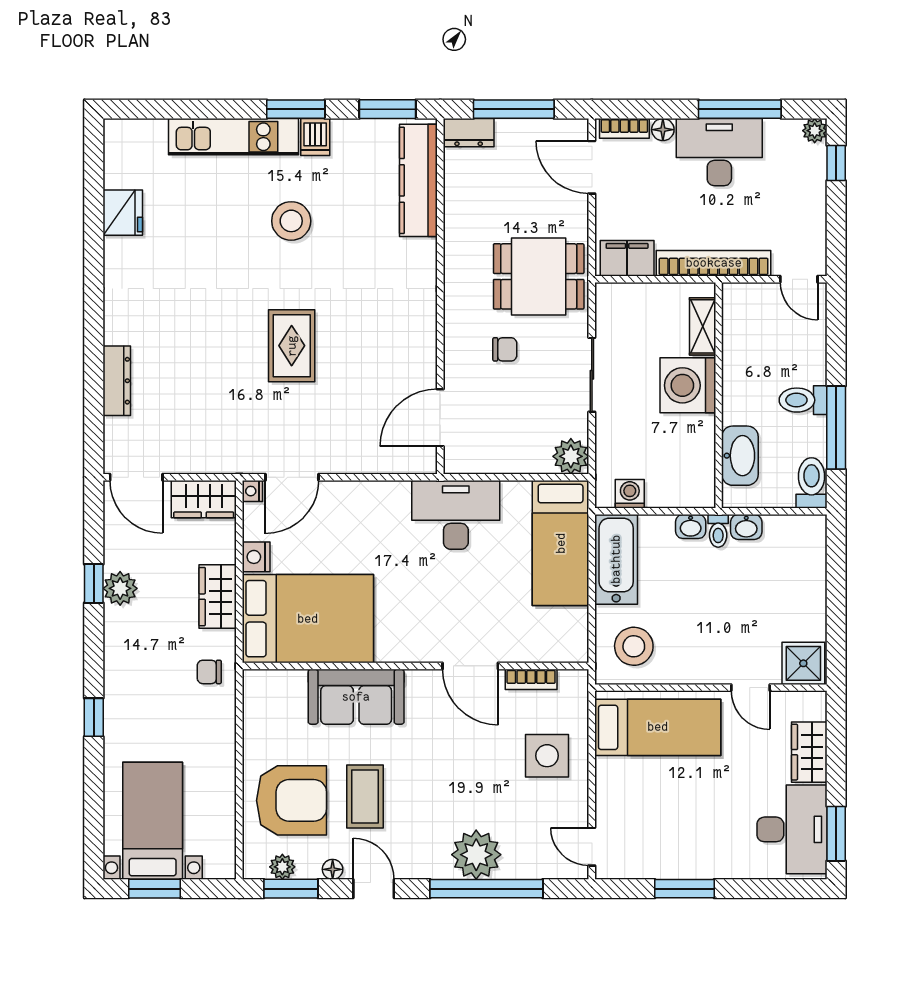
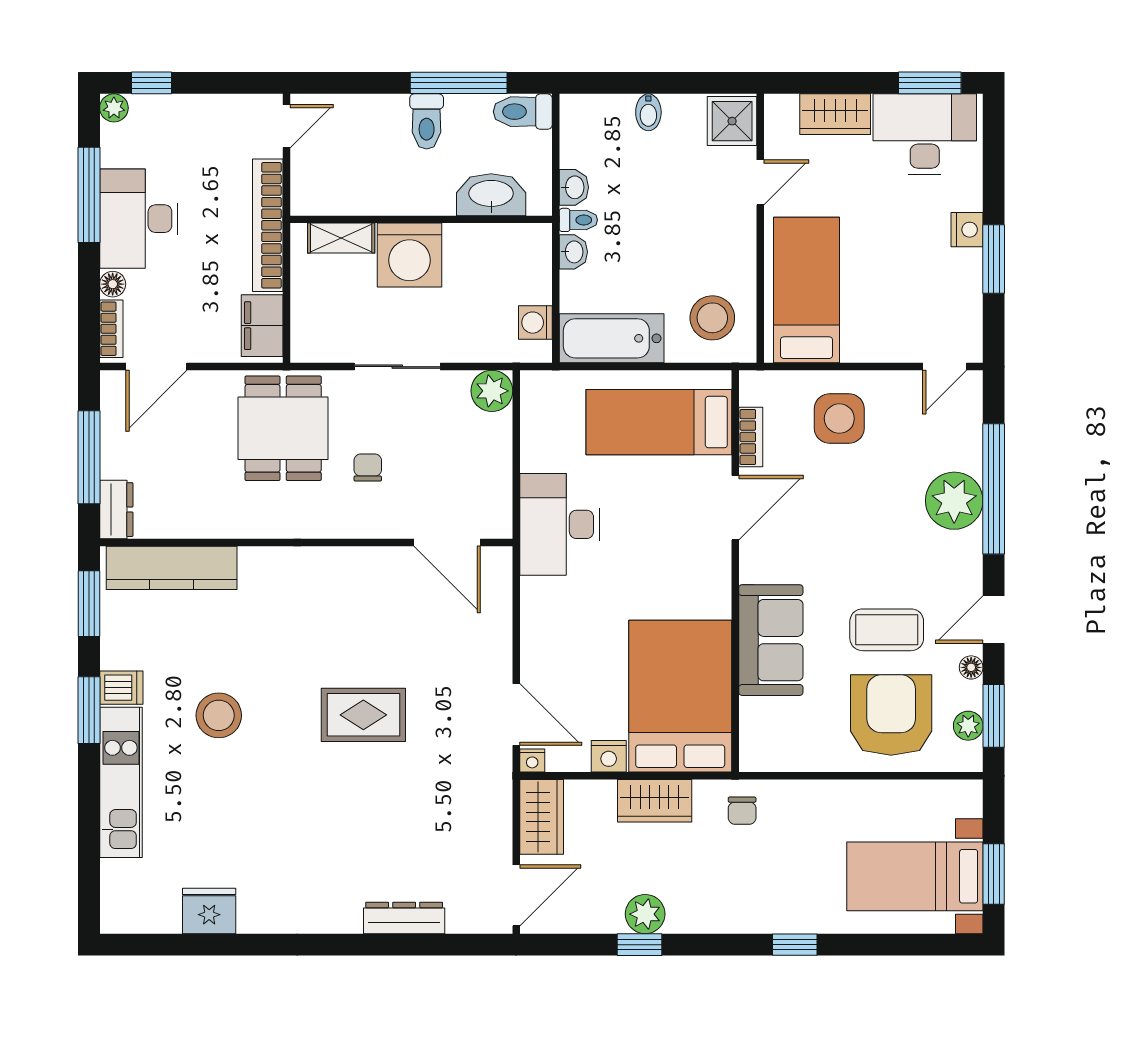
bed: (561, 543) -> (659, 422), moved, turned 180
bidet: (811, 591) -> (648, 112), added
nightstand: (710, 866) -> (967, 230), added

